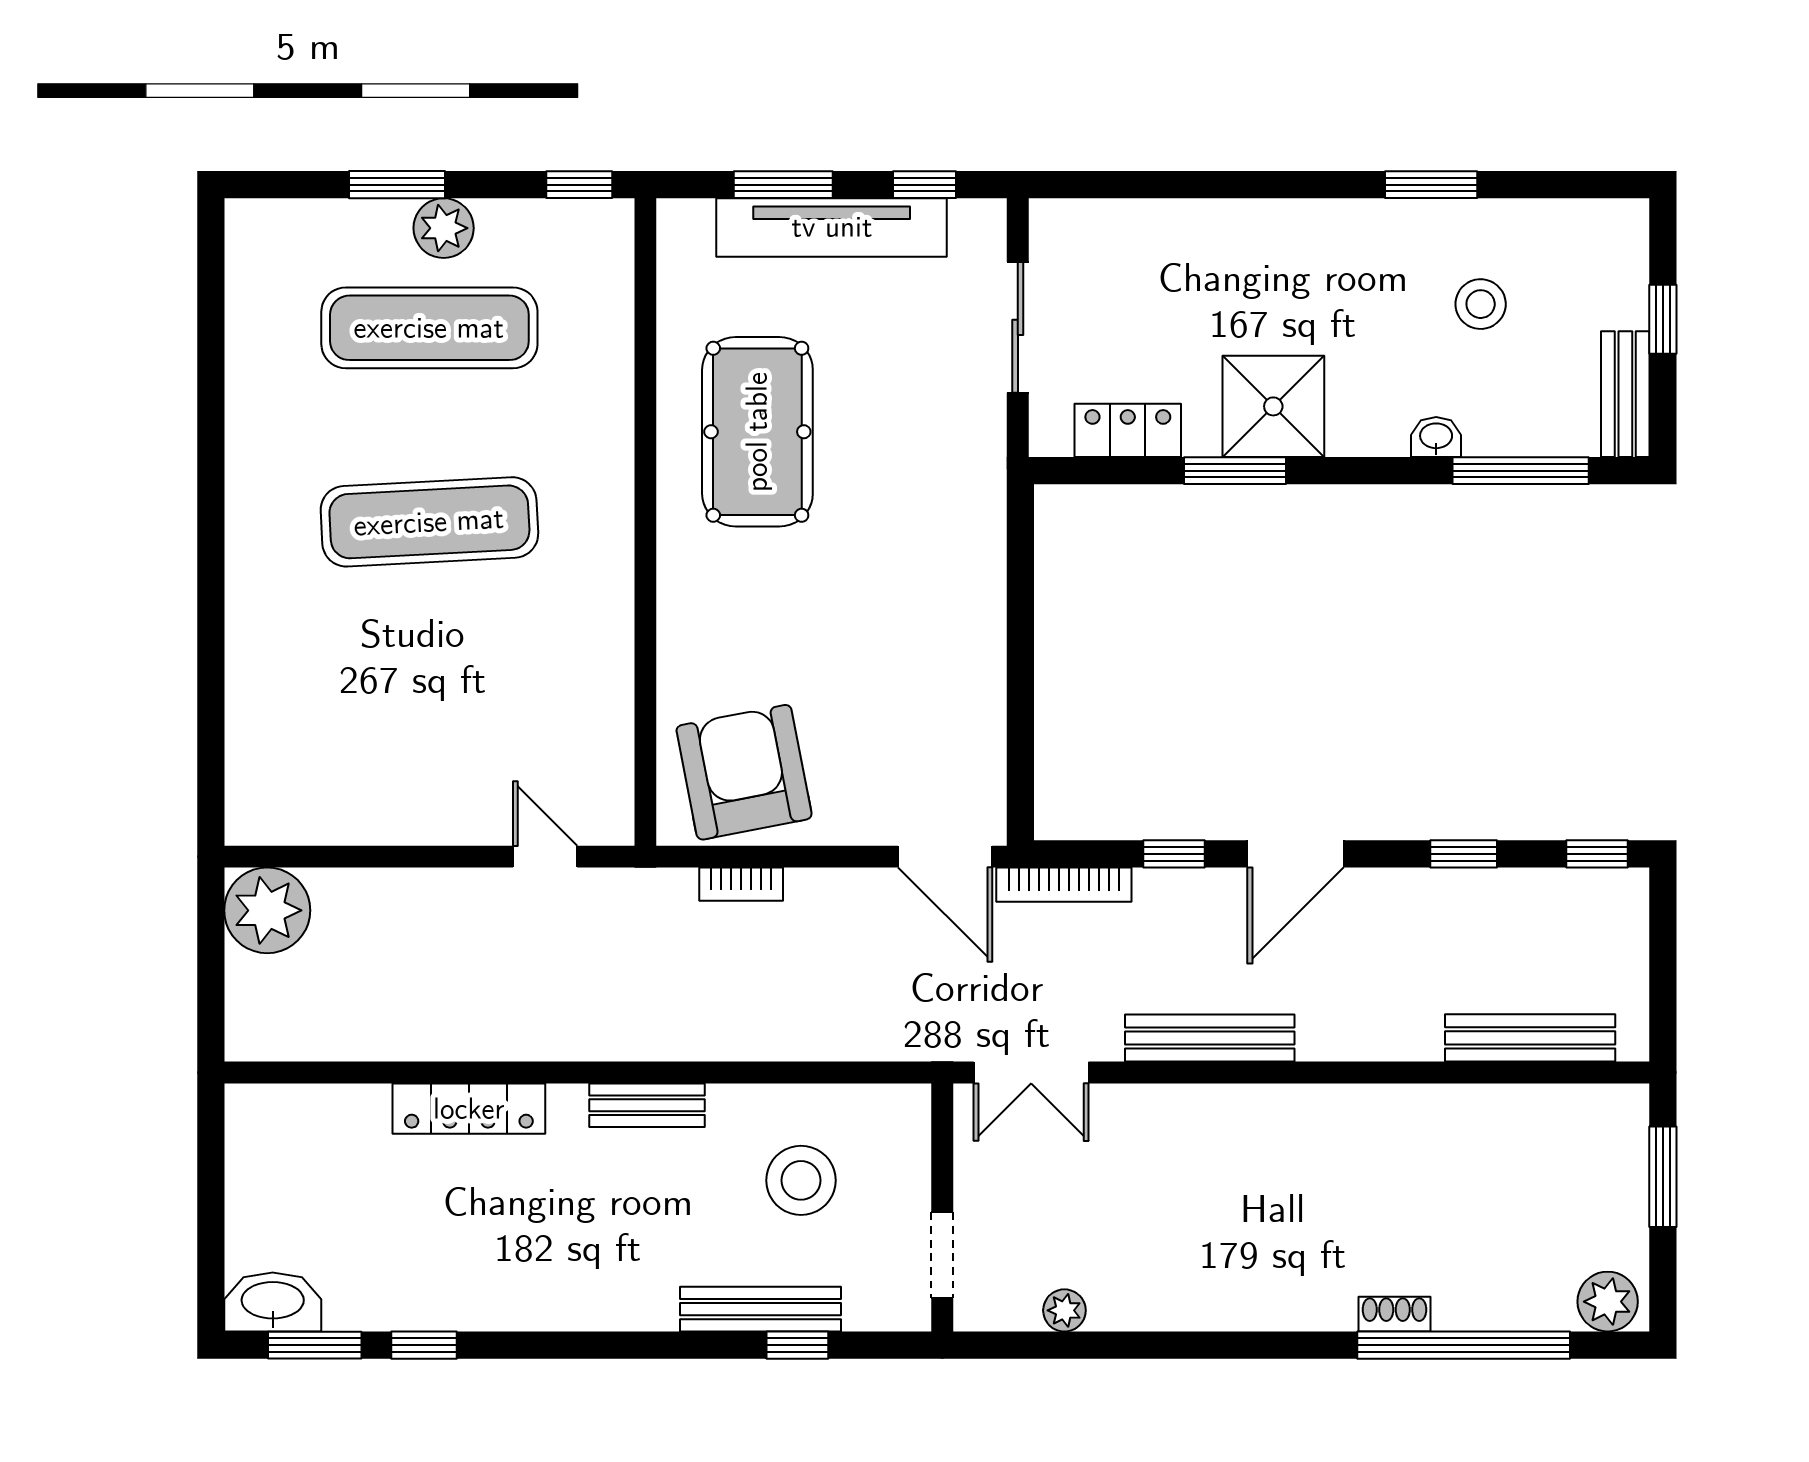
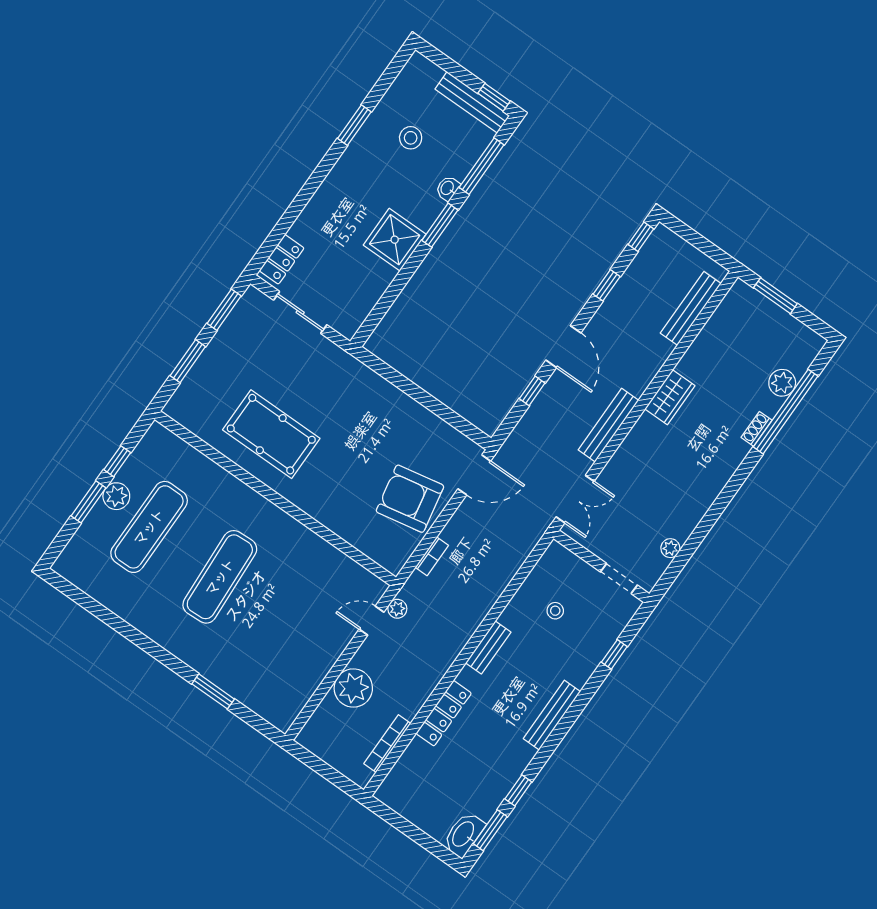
window: (579, 185) -> (117, 461), moved
window: (925, 185) -> (224, 310), width x1.50
tv unit: (832, 227) -> (216, 355), removed
window: (1663, 319) -> (494, 97), moved
bench: (1625, 394) -> (472, 102), width x1.36
locker: (1128, 430) -> (282, 259), moved, turned 180
window: (1235, 471) -> (440, 225), moved
window: (211, 658) -> (213, 691), added
armchair: (744, 772) -> (410, 499), moved
bookcase: (1064, 885) -> (387, 744), moved, turned 180
plant: (600, 889) -> (397, 609), added
plant: (267, 910) -> (353, 688), moved
wardrobe: (1340, 1115) -> (670, 397), added
stool: (801, 1180) -> (555, 611), width x0.53, depth x0.53
plant: (1608, 1302) -> (782, 383), moved
bench: (761, 1309) -> (552, 715), moved

